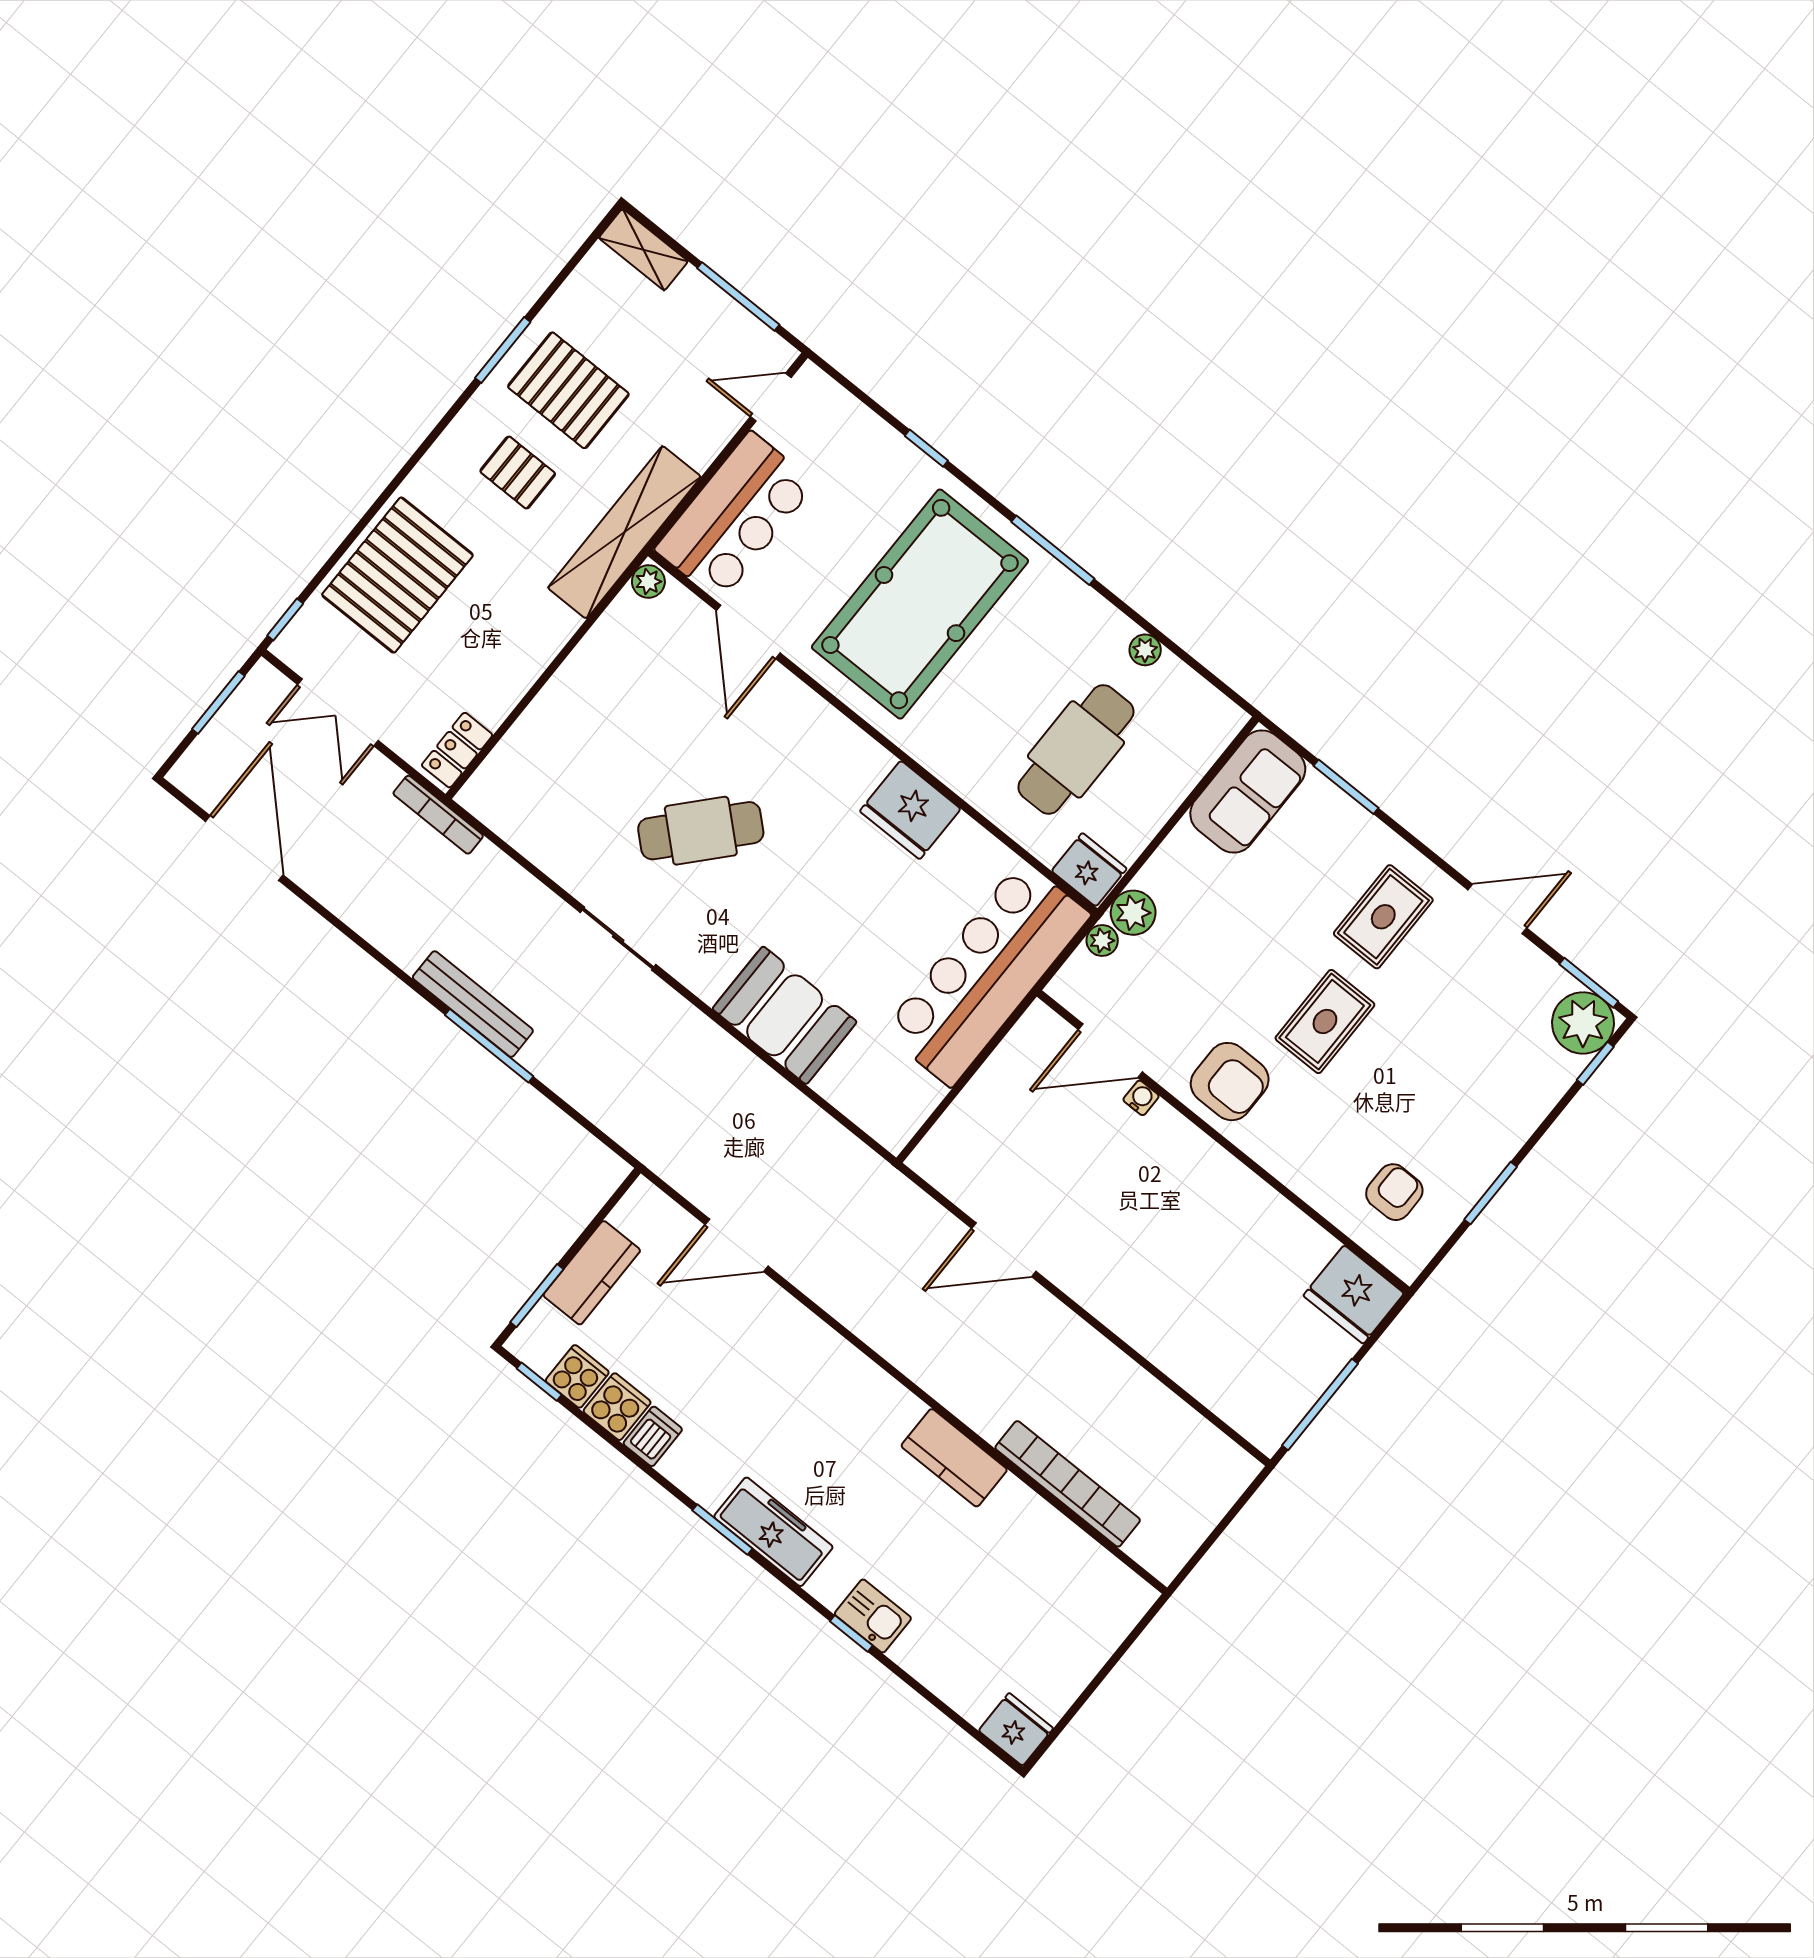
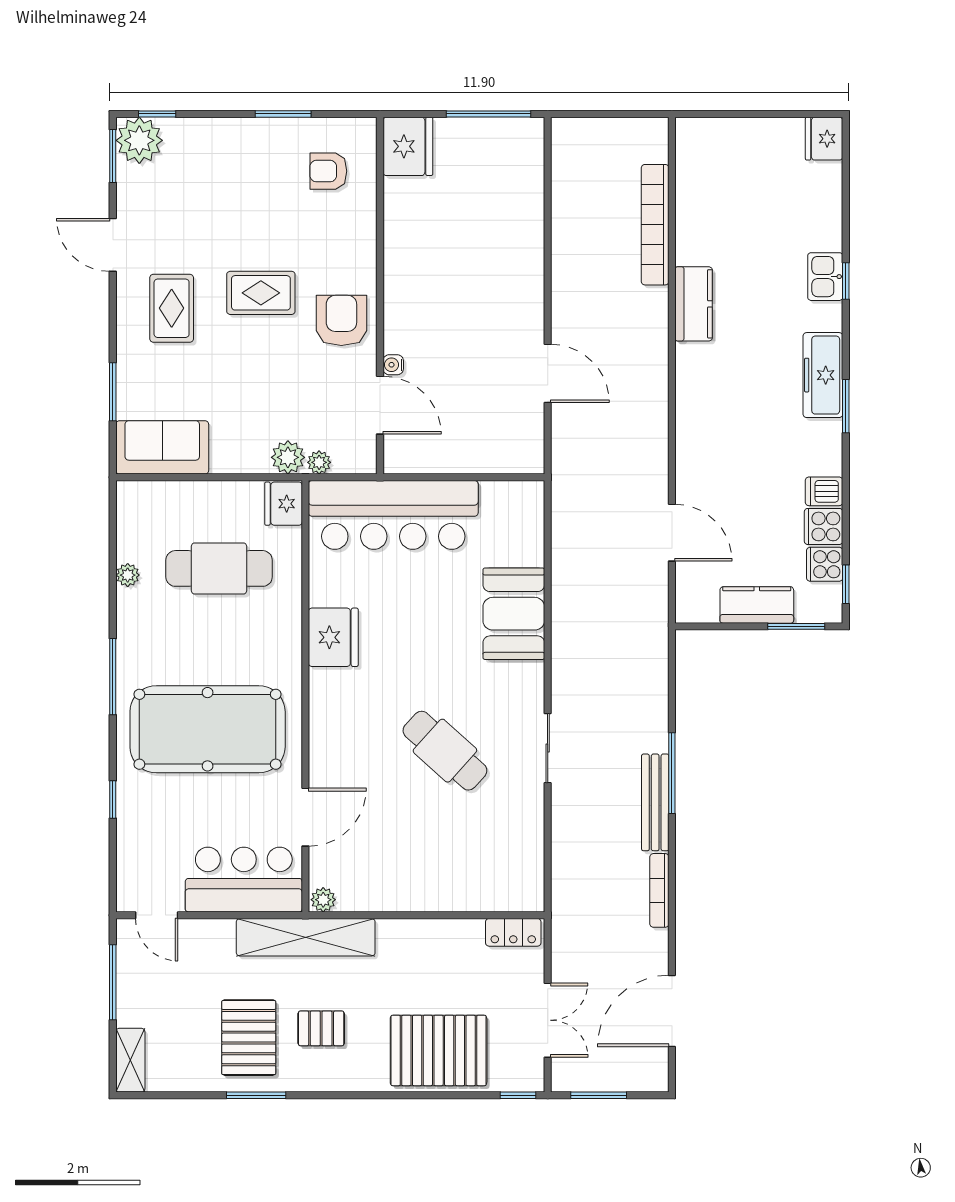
pallet: (518, 473) -> (321, 1028), turned 90
bookcase: (438, 815) -> (659, 890), moved, turned 180
rug: (1383, 917) -> (172, 308), turned 90

